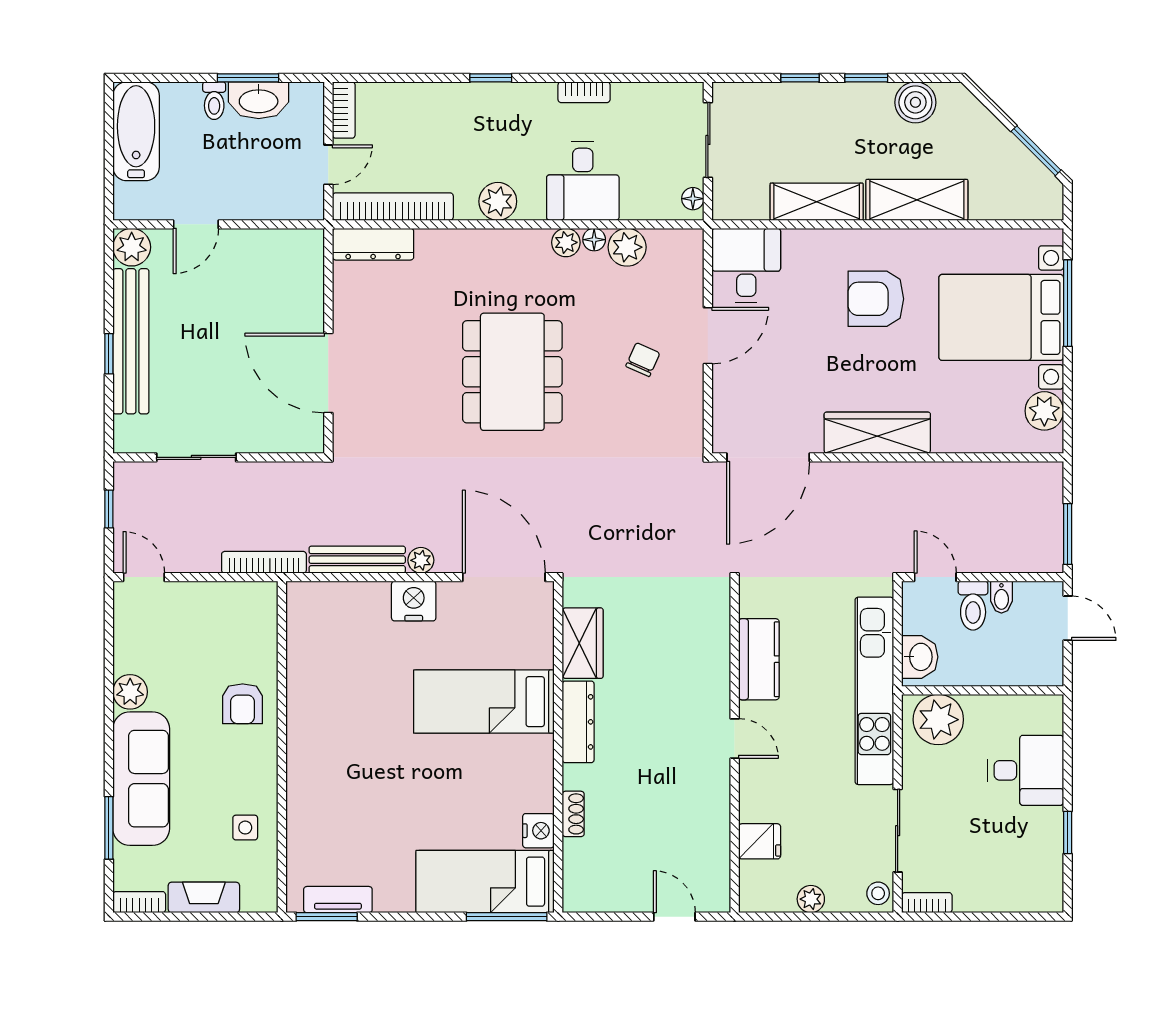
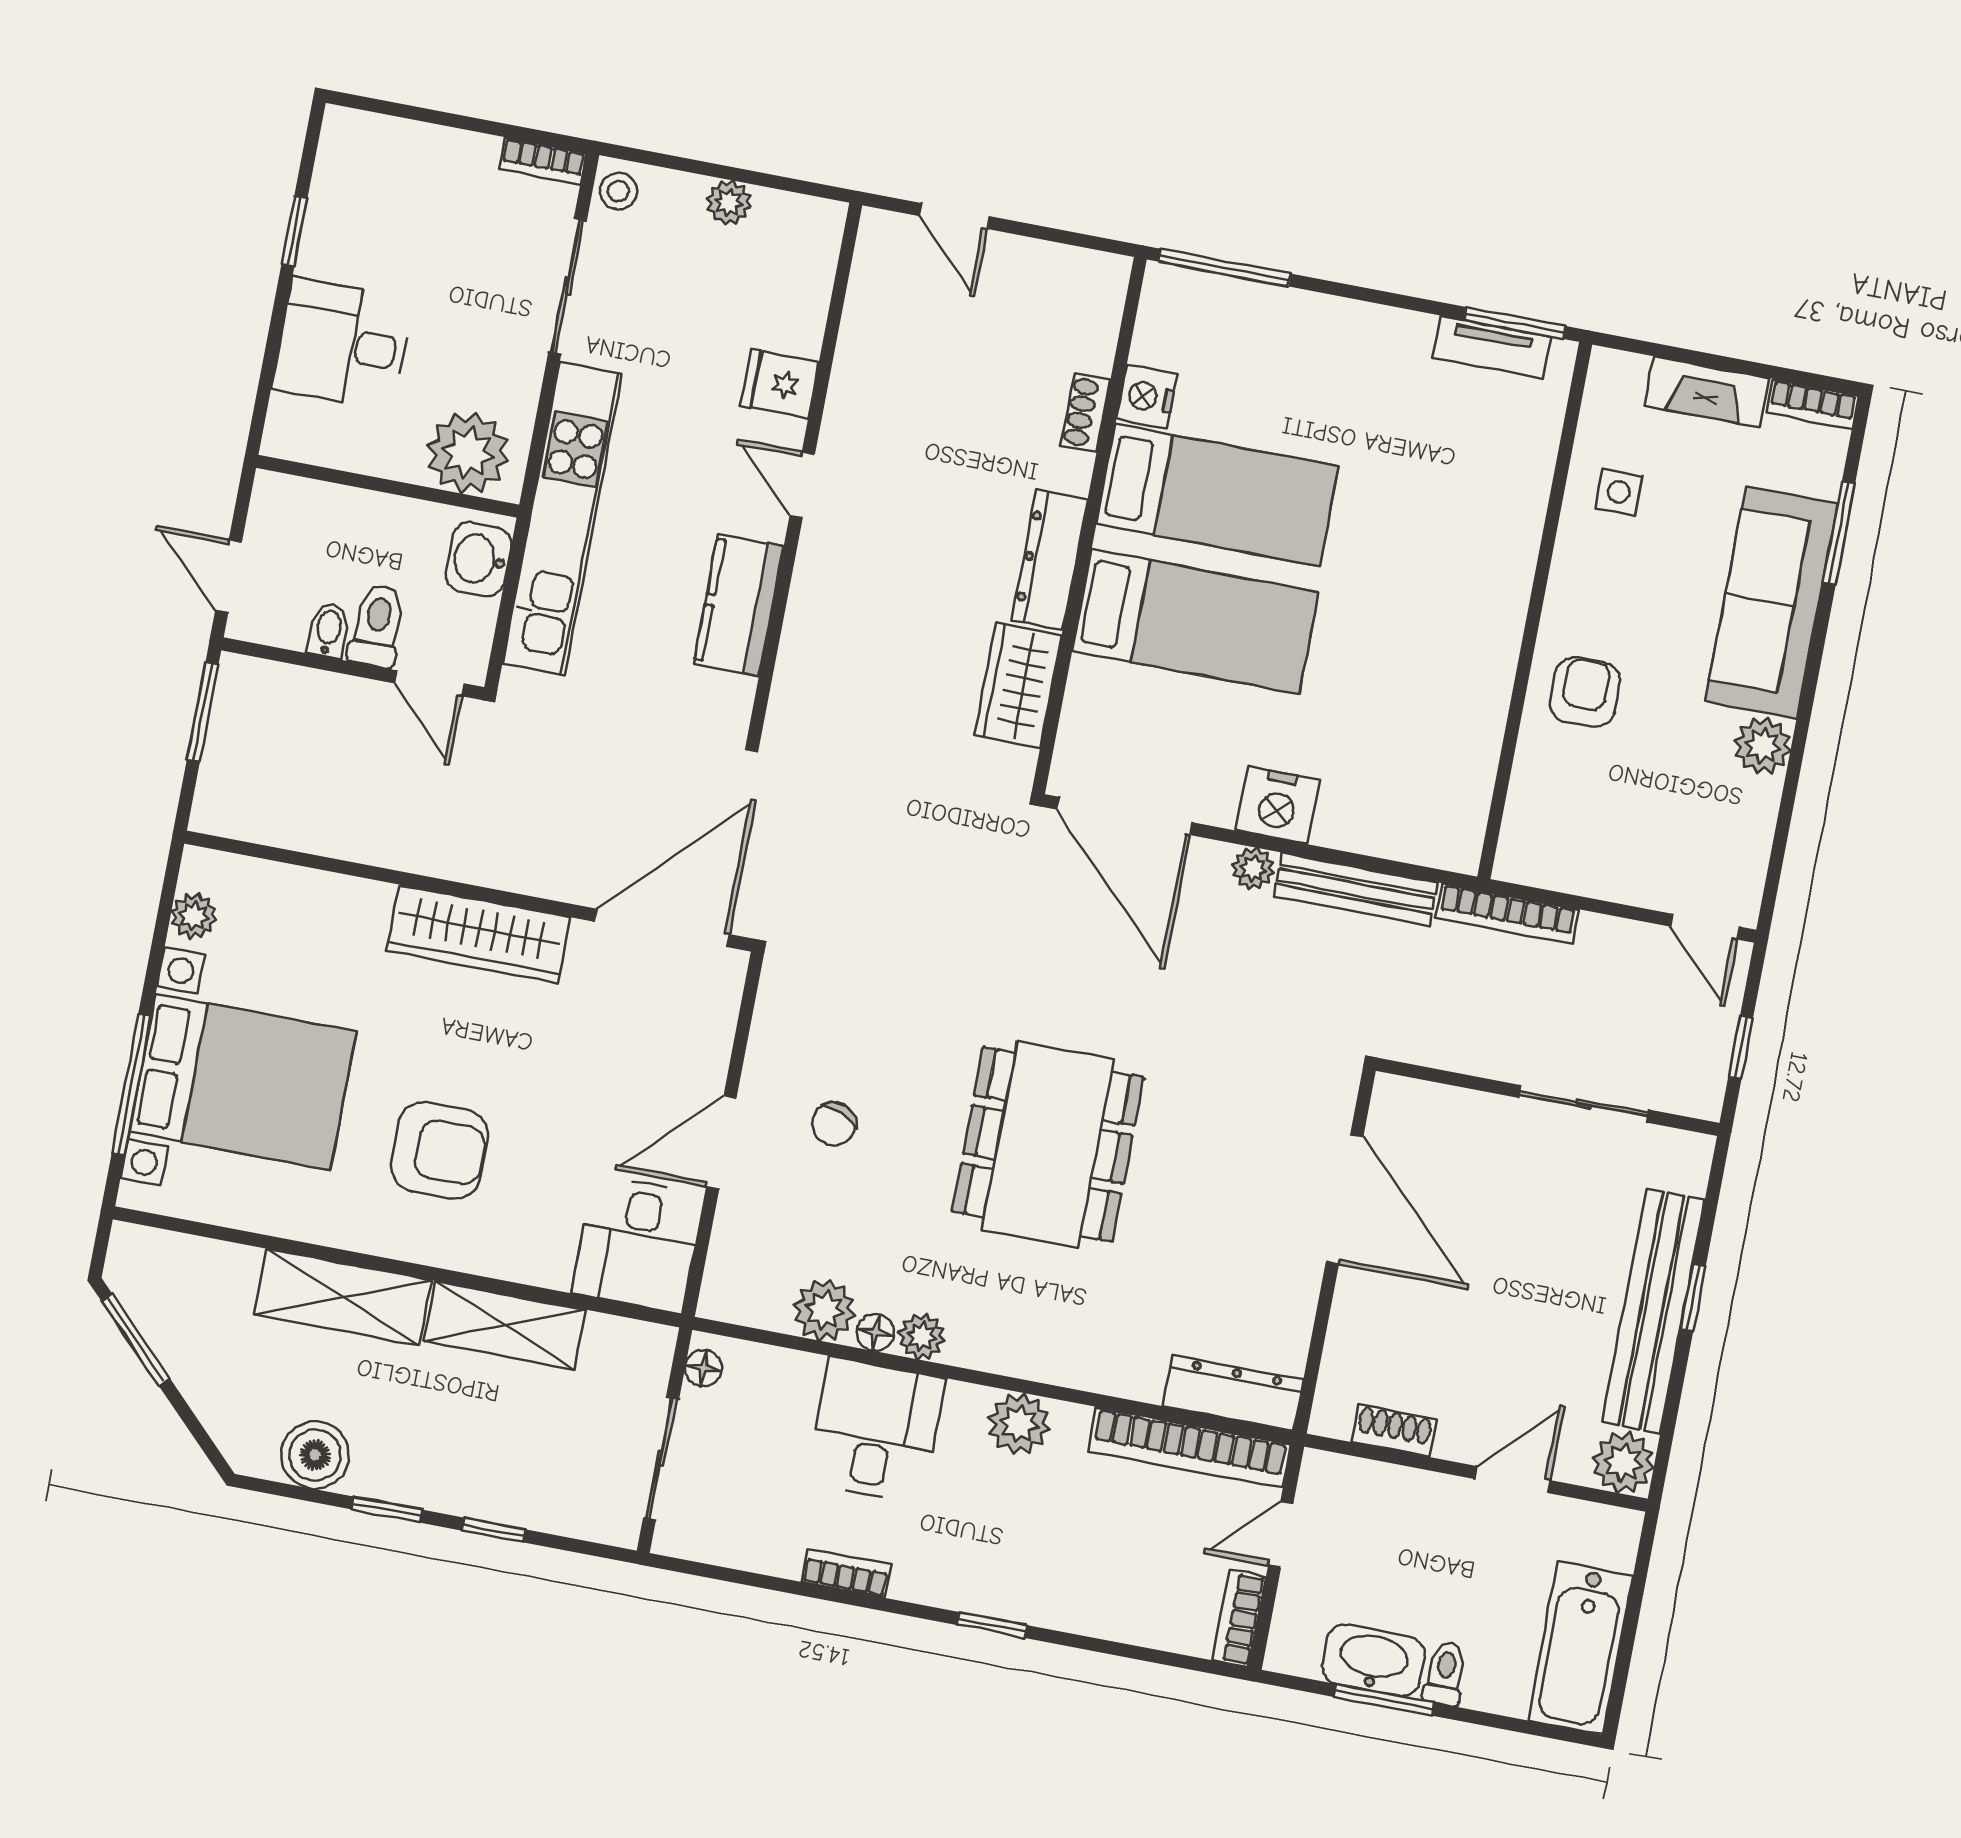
shoe rack: (272, 240) -> (1394, 1431), added
plant: (1044, 411) -> (194, 916), width x0.73, depth x0.73
fridge: (760, 841) -> (780, 384), moved
bed: (485, 882) -> (1217, 495), moved

